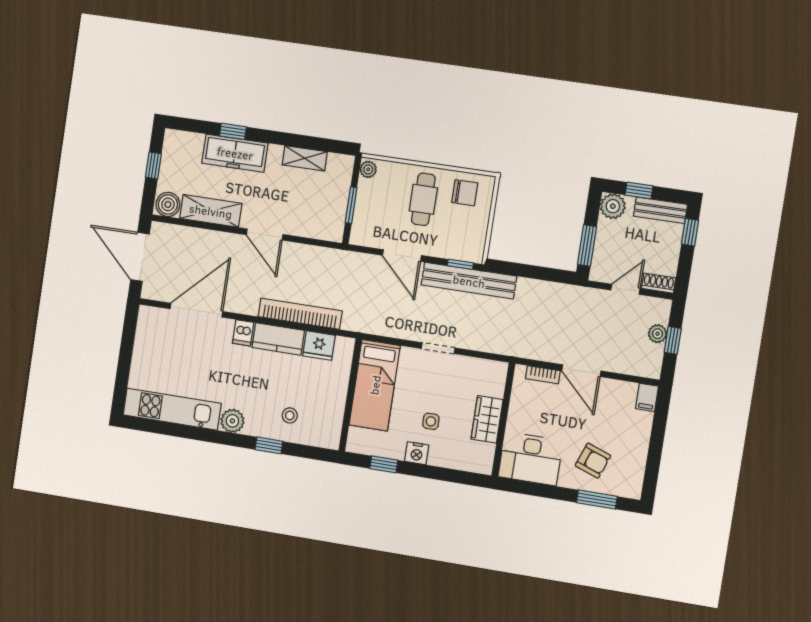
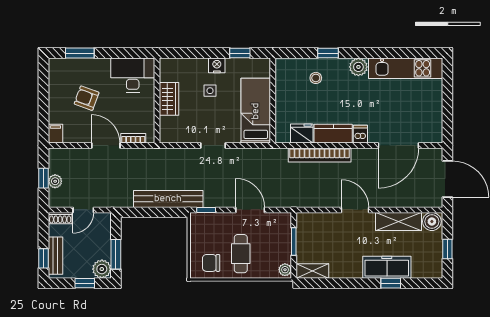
shelving: (305, 158) -> (312, 271), moved
bench: (660, 210) -> (56, 256), moved, turned 90
window: (587, 246) -> (116, 254), moved
bench: (469, 281) -> (168, 199), moved
armchair: (593, 461) -> (87, 98), moved

